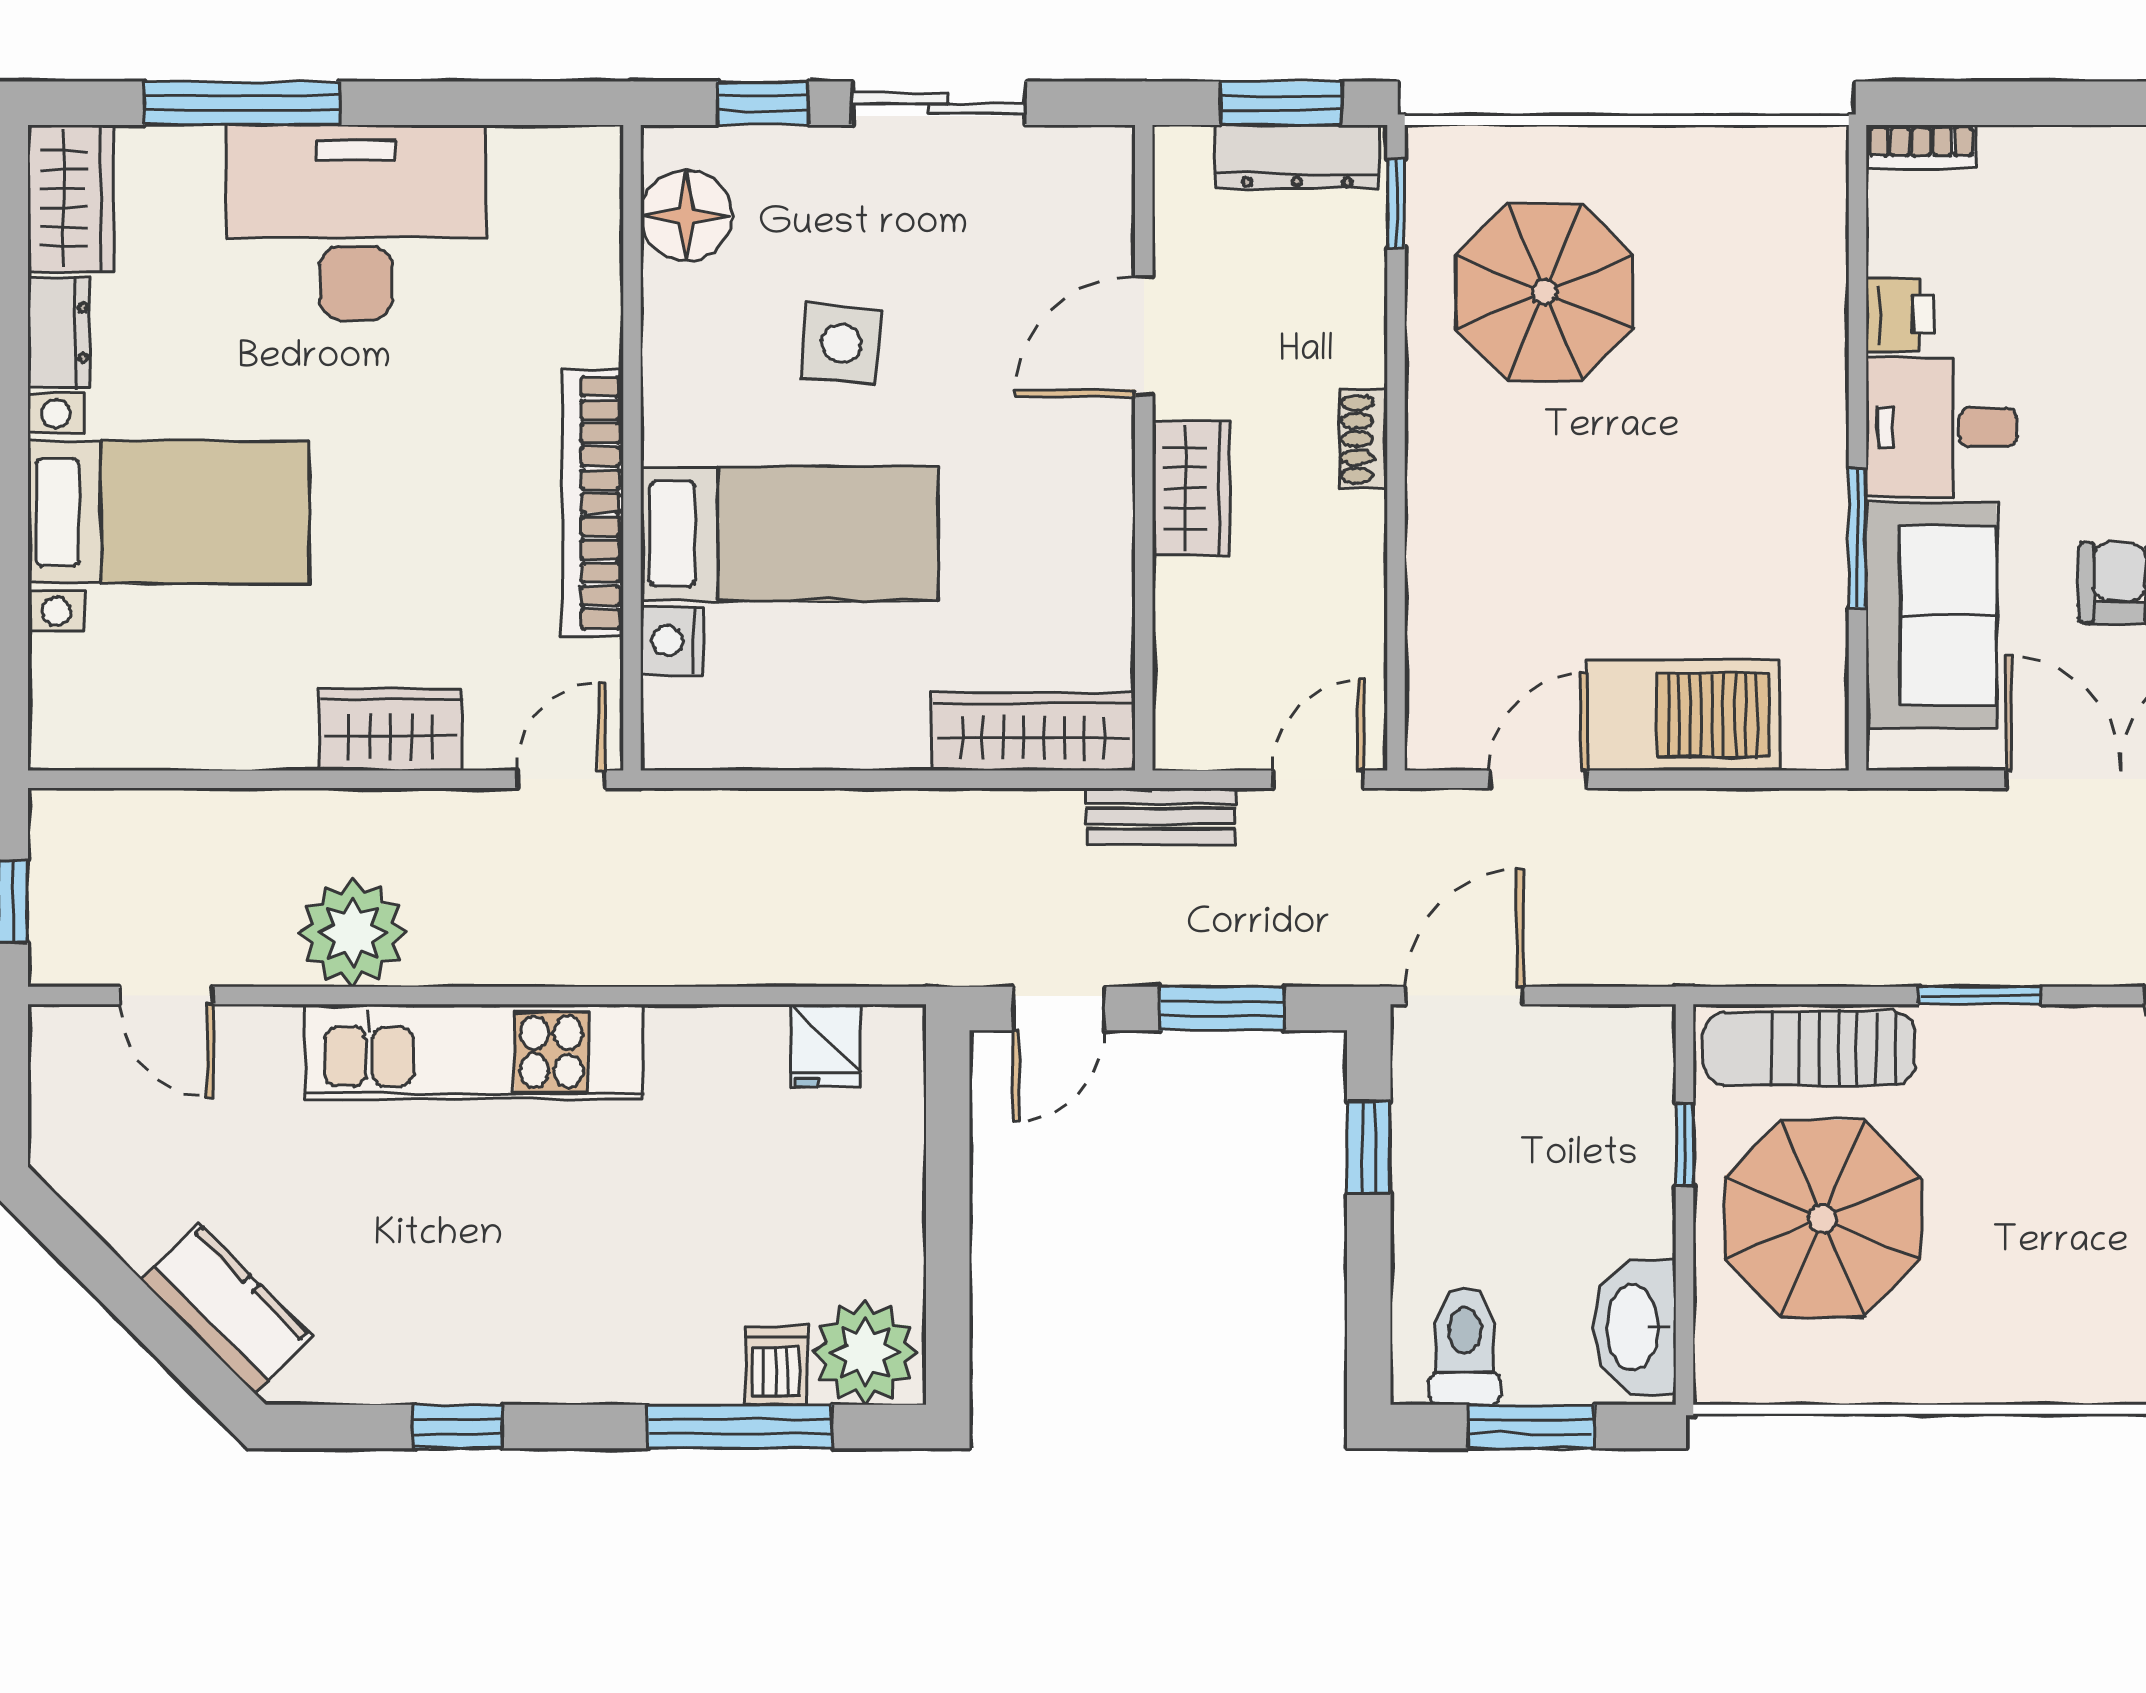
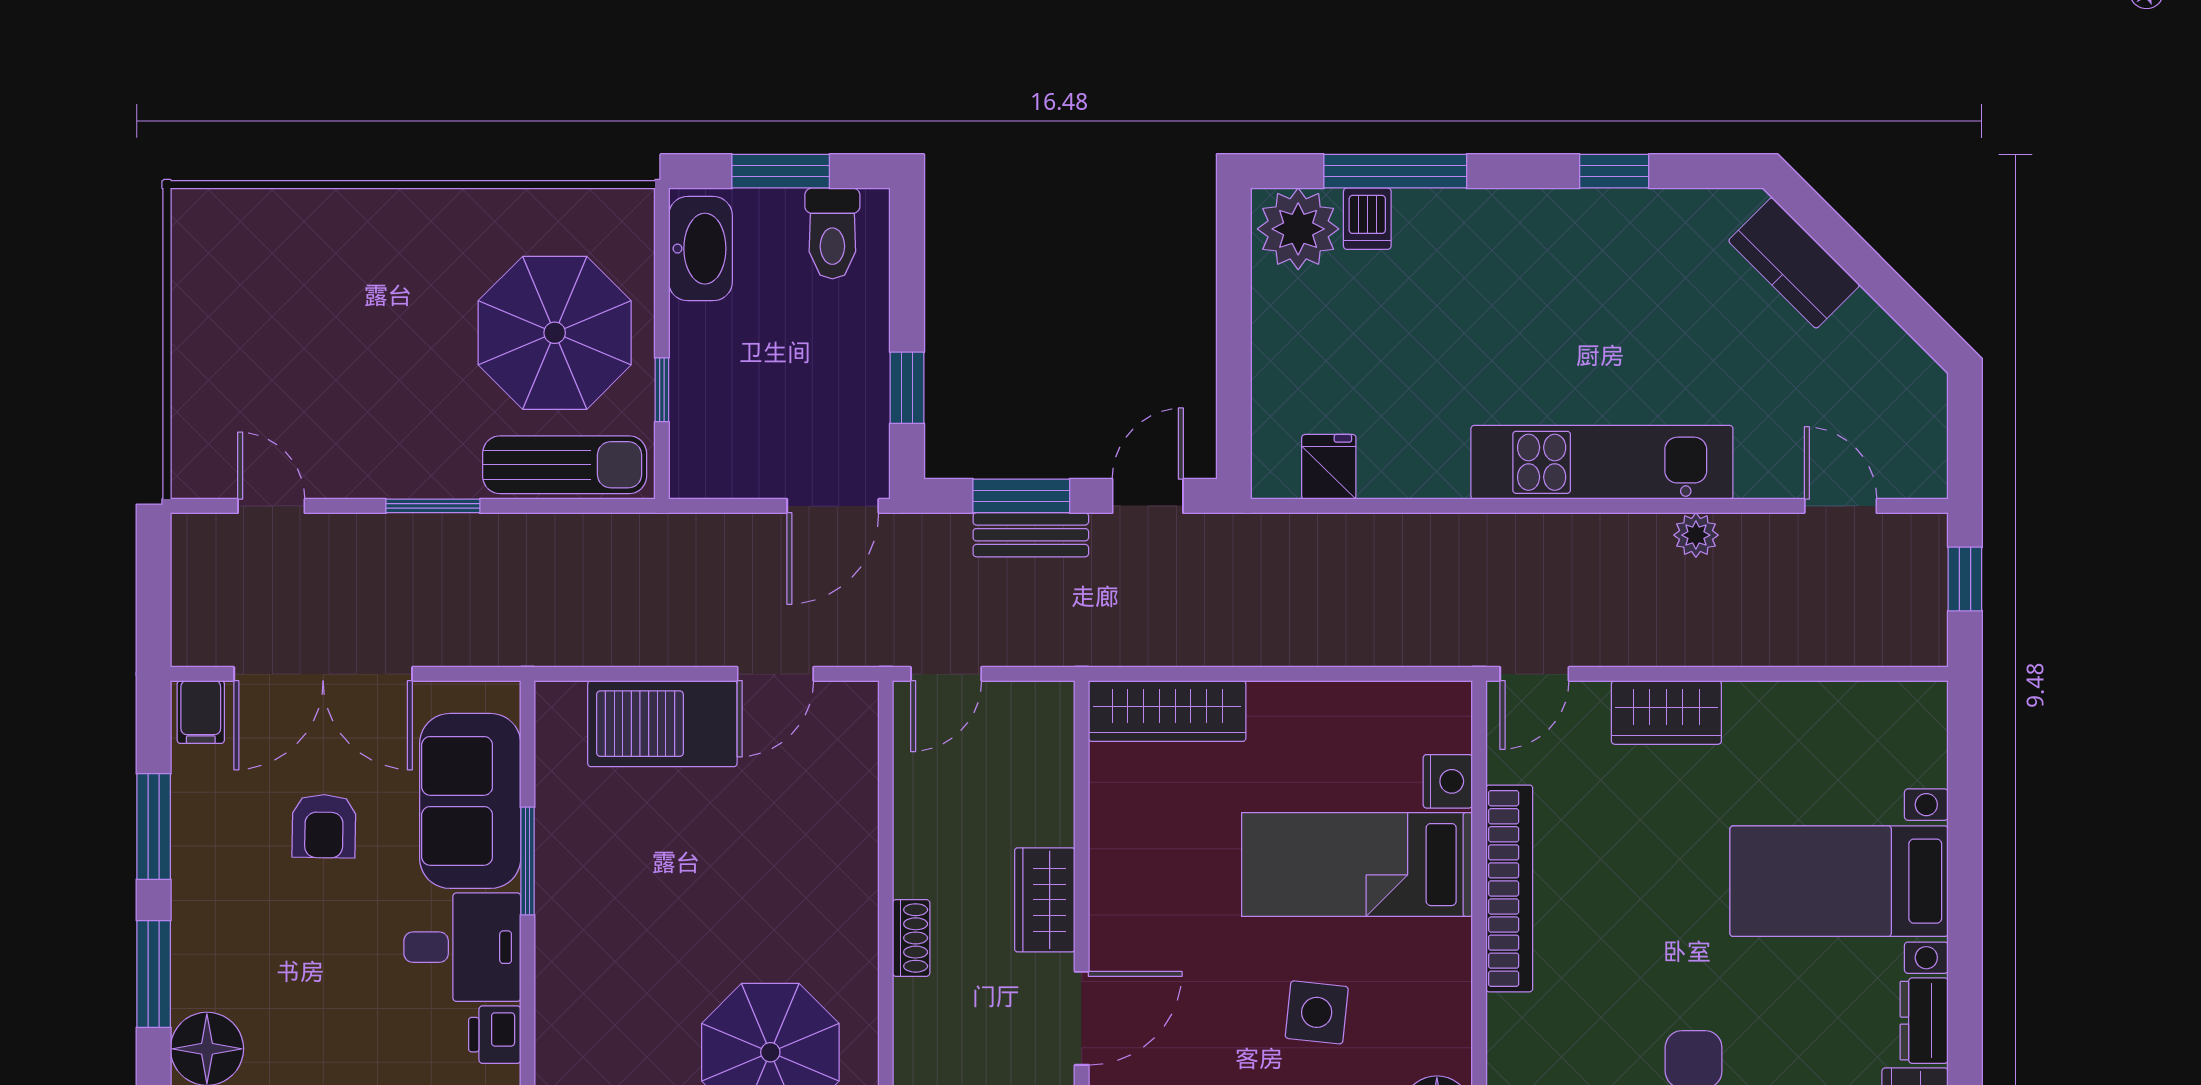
bench: (1161, 816) -> (1031, 535), moved
plant: (353, 933) -> (1696, 535), width x0.53, depth x0.53

